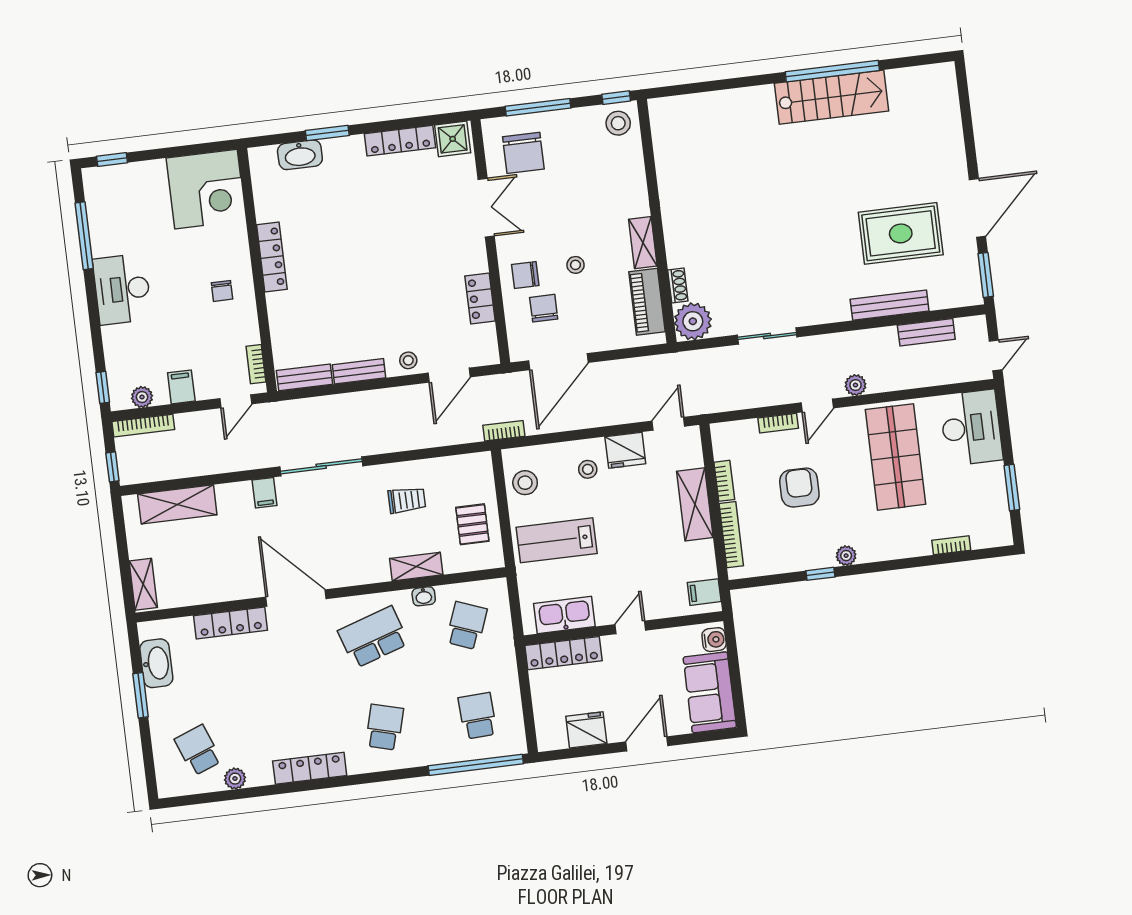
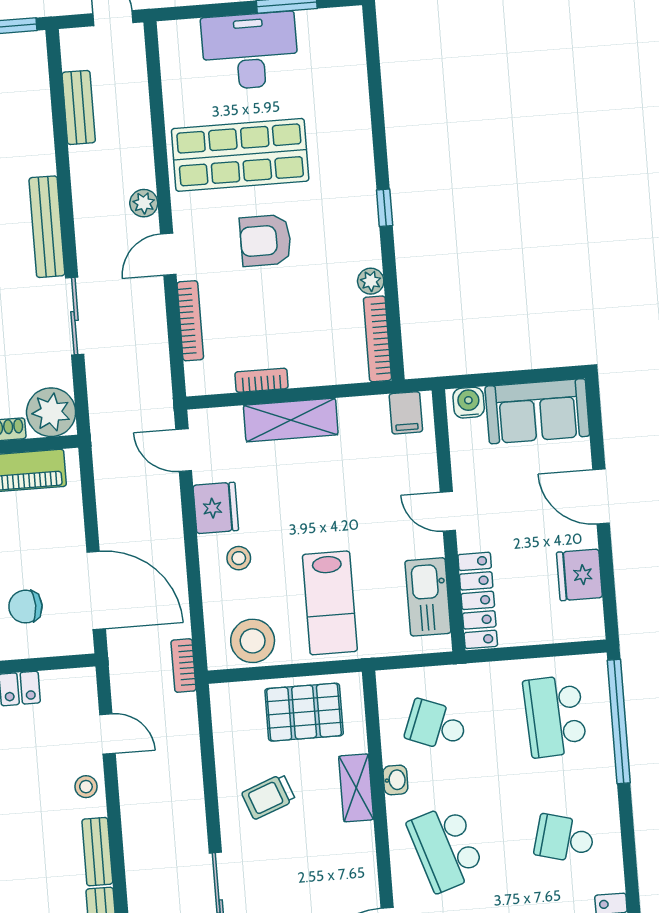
bench: (890, 305) -> (47, 227), moved
door: (449, 375) -> (107, 734), width x0.73
door: (817, 405) -> (168, 254), swing flipped
bookcase: (778, 423) -> (190, 321), width x1.56
desk: (971, 428) -> (250, 51), moved
stool: (525, 483) -> (253, 641), width x1.38, depth x1.38
armchair: (799, 488) -> (266, 240), moved
trolley: (407, 500) -> (269, 796), turned -111
pallet: (472, 524) -> (304, 712), width x1.50, depth x1.42
bookcase: (731, 535) -> (377, 339), moved, turned -90
bookcase: (951, 545) -> (359, 87), removed
plant: (846, 556) -> (371, 281), moved
window: (820, 574) -> (385, 208), moved
school desk: (478, 716) -> (555, 716), width x1.85

